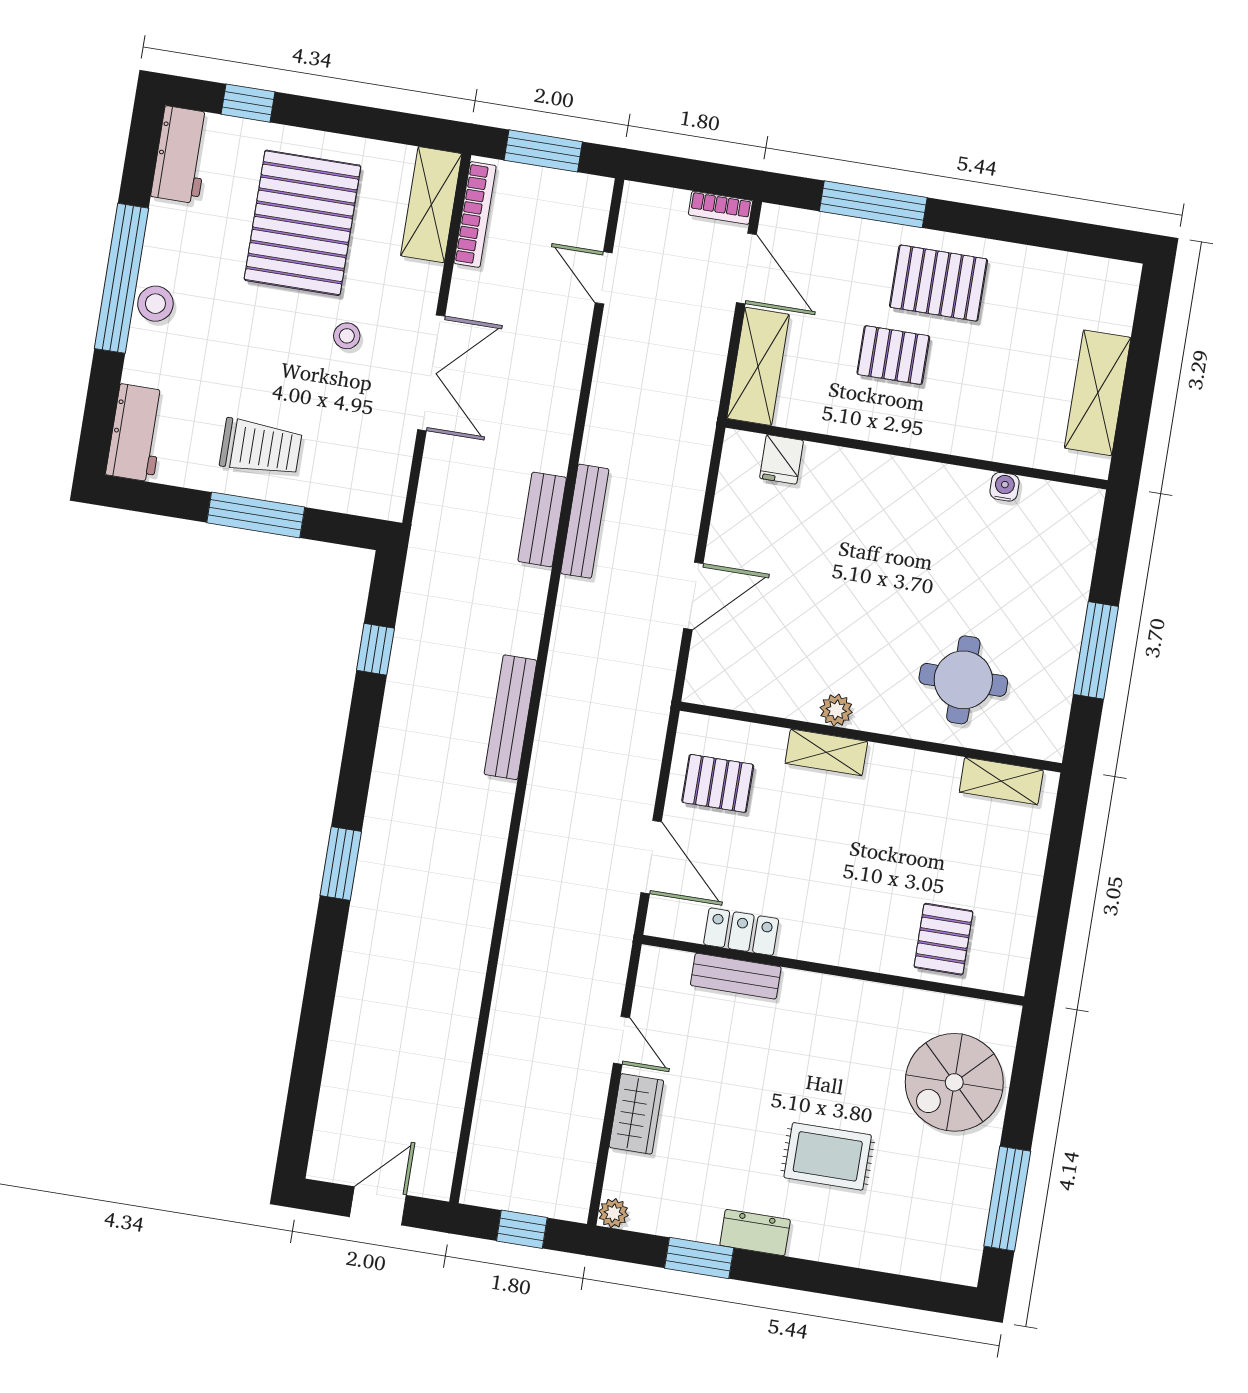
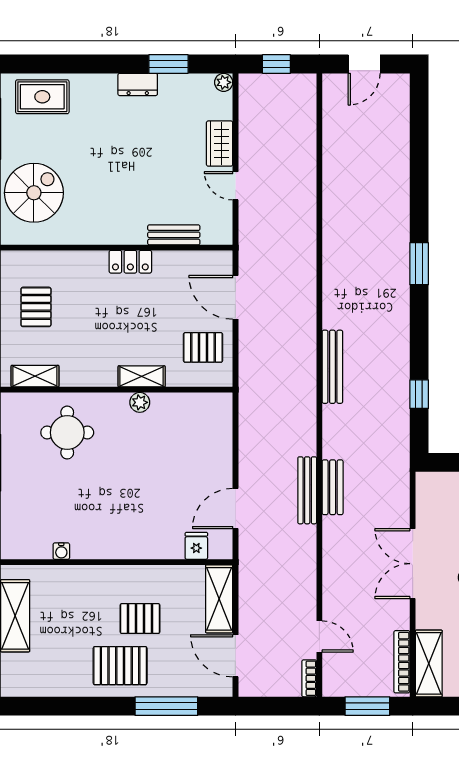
bookcase: (720, 208) -> (309, 678), moved, turned -90
door: (693, 596) -> (235, 509), moved
locker: (741, 932) -> (130, 262), moved
pallet: (943, 939) -> (36, 307), moved
rug: (828, 1156) -> (42, 97), moved

